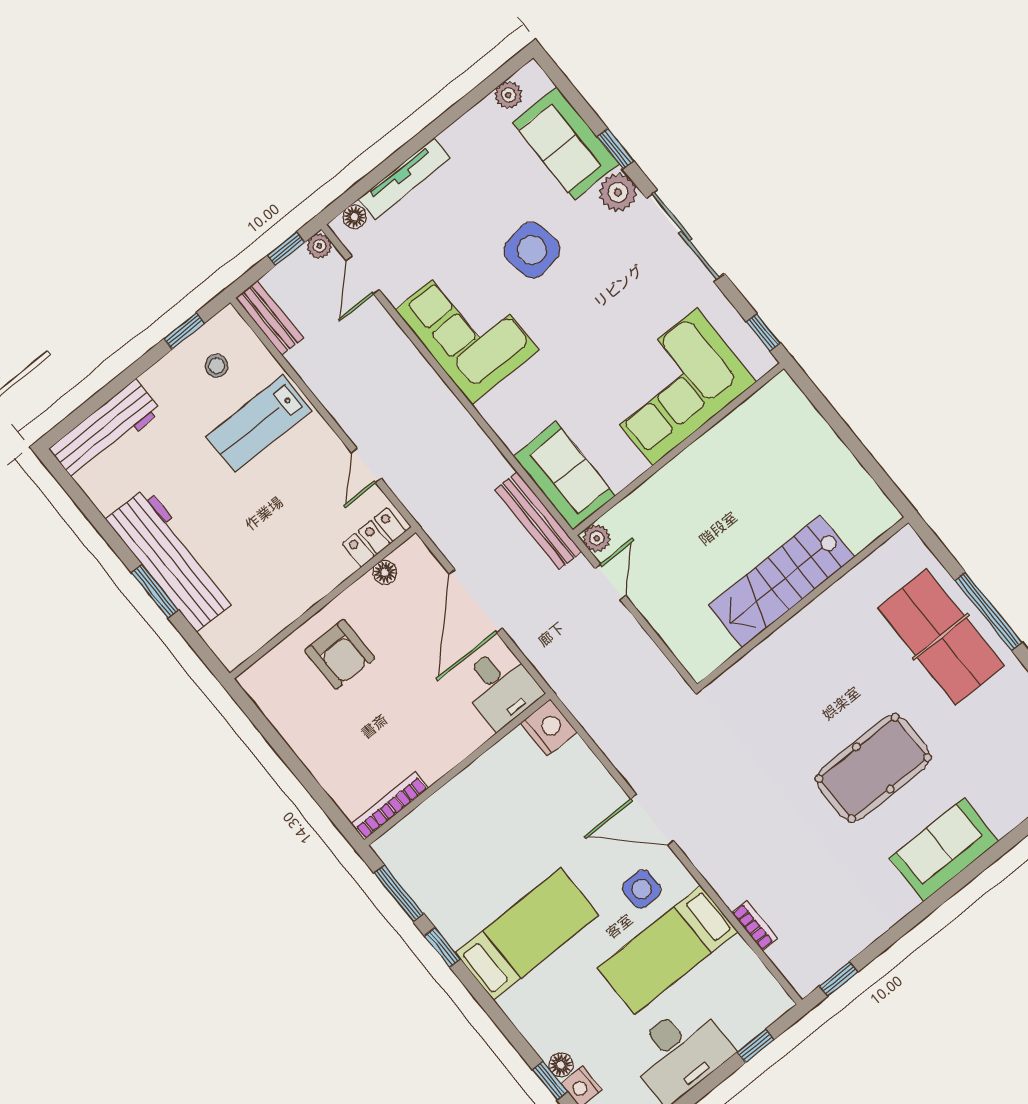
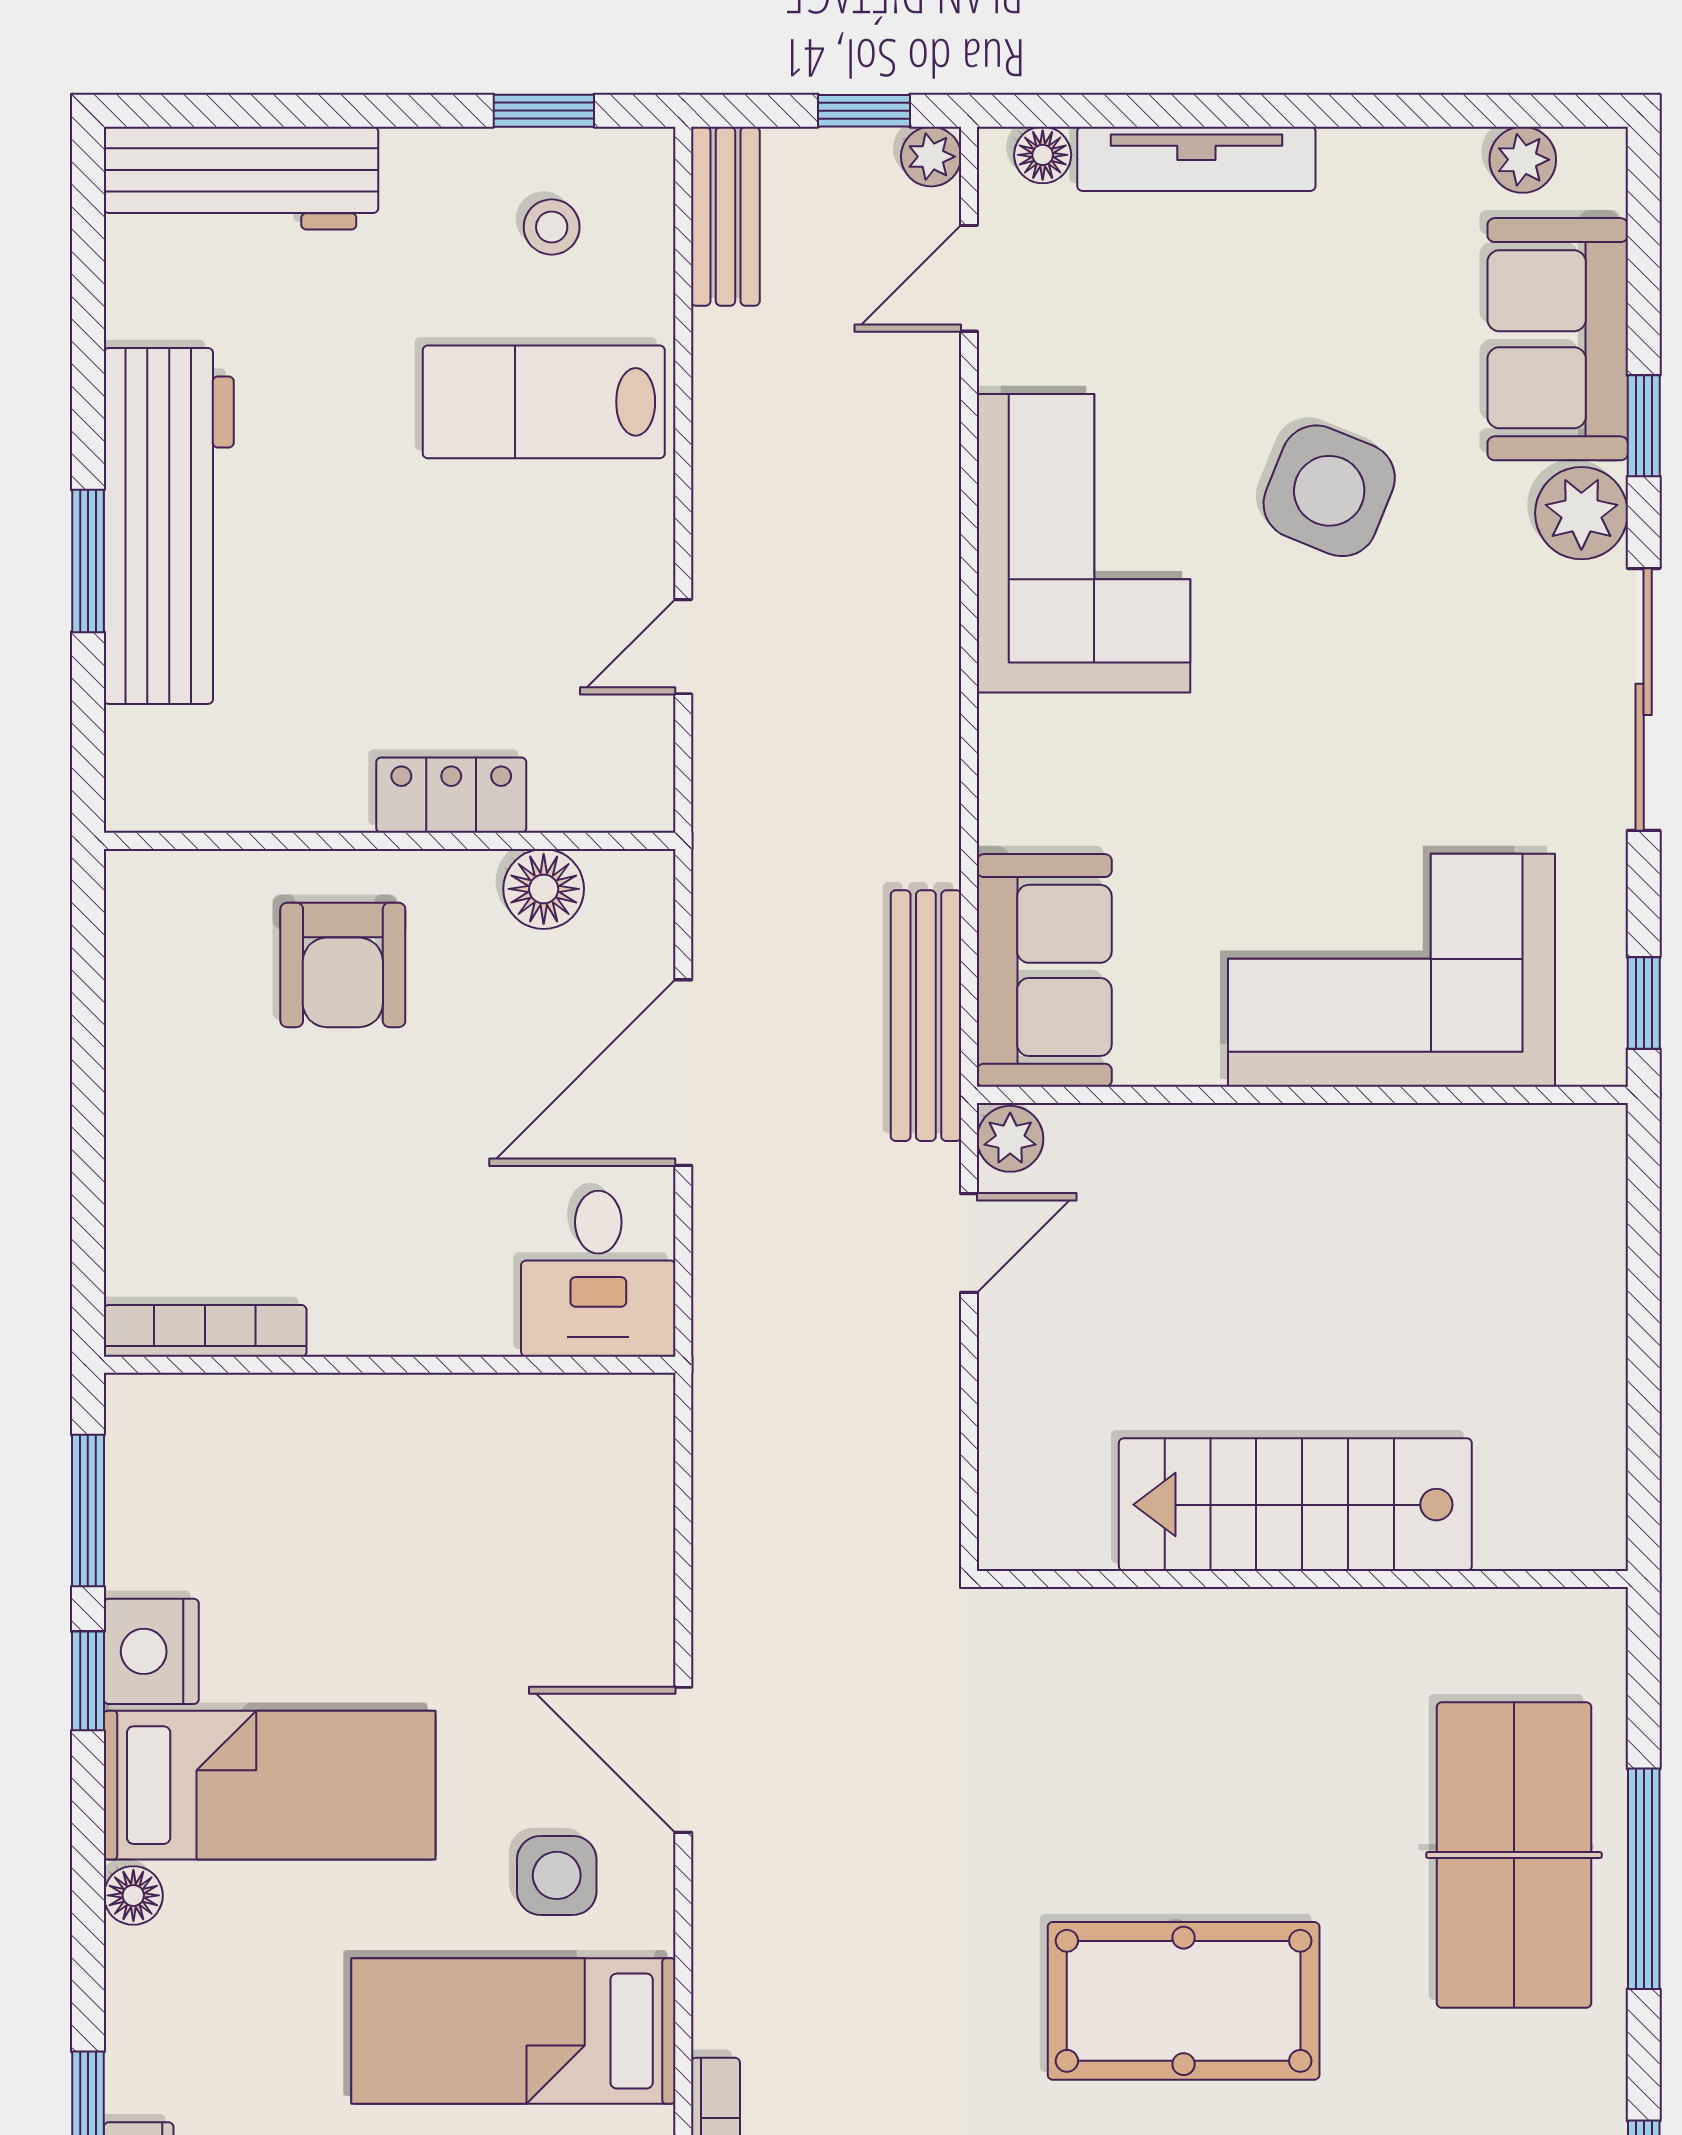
side table: (532, 250) -> (1329, 491), turned 32
locker: (374, 537) -> (451, 795), moved
floor lamp: (385, 572) -> (544, 889), width x1.37, depth x1.37
nightstand: (549, 728) -> (151, 1651), moved, turned 180
floor lamp: (561, 1065) -> (133, 1895), moved

